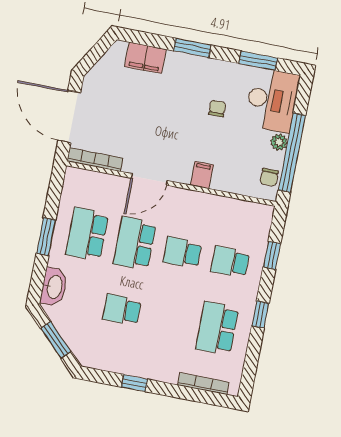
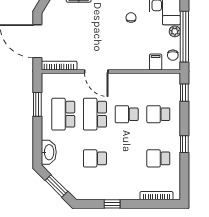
filing cabinet: (202, 175) -> (156, 62), moved
door: (149, 179) -> (96, 71), hinge flipped
window: (46, 237) -> (37, 104), moved
window: (272, 255) -> (184, 93), moved
school desk: (217, 328) -> (158, 158), width x0.54

